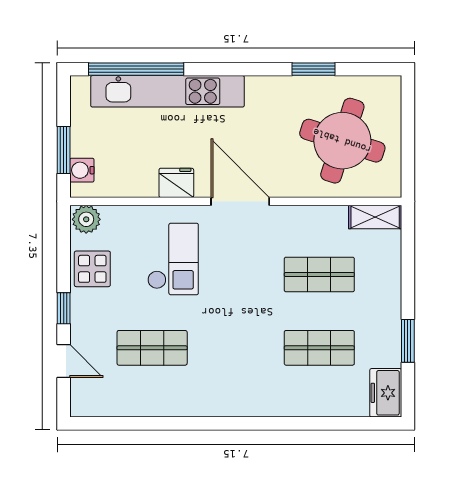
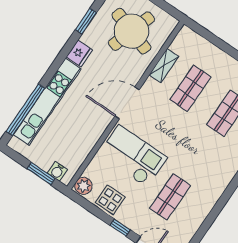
fridge: (176, 183) -> (79, 53), moved, turned 180
shelving: (375, 217) -> (164, 66), moved
checkout: (173, 259) -> (133, 156), width x1.36, depth x1.21

